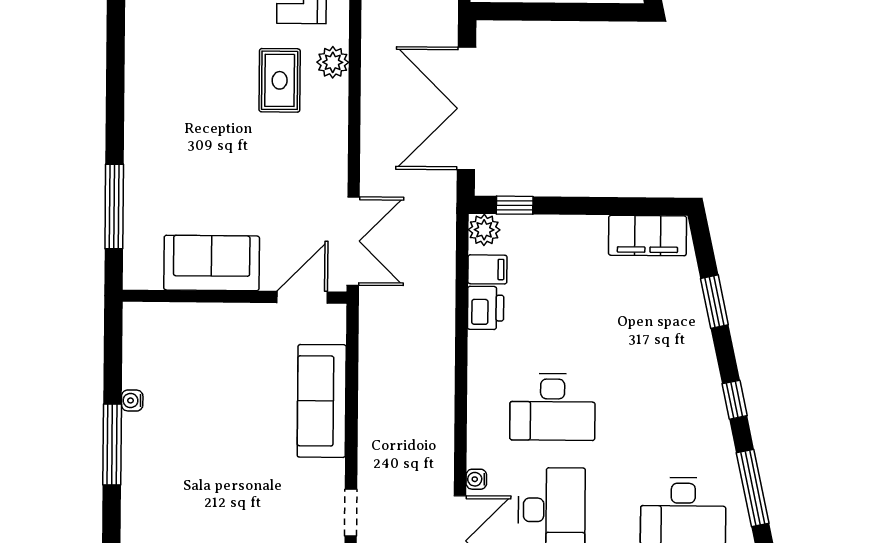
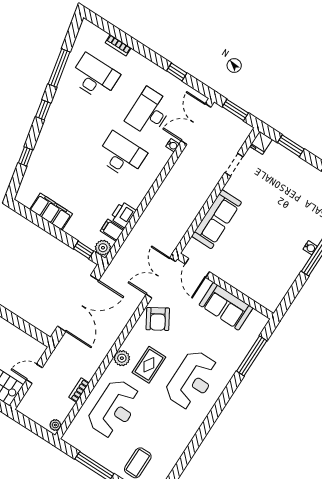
reception desk: (190, 101) -> (192, 380), added
armchair: (314, 168) -> (158, 319), added
filing cabinet: (648, 236) -> (51, 212), moved
door: (302, 297) -> (197, 268), hinge flipped
window: (714, 302) -> (26, 156), width x0.67
water cooler: (132, 401) -> (310, 248), moved

